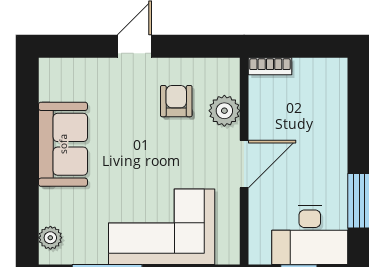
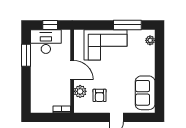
sofa: (63, 144) -> (145, 93), moved
door: (244, 164) -> (72, 70), swing flipped

